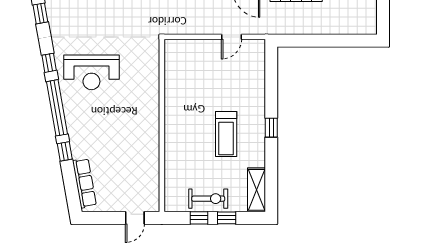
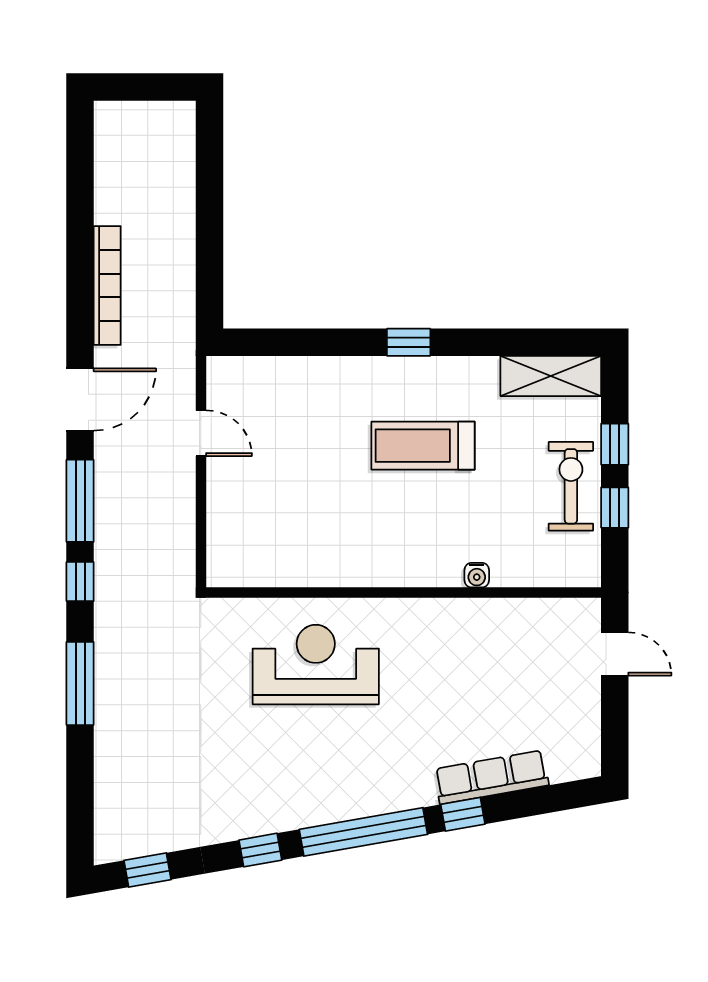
reception desk: (91, 72) -> (316, 665), moved, turned -90
treadmill: (226, 134) -> (423, 446), turned 180
water cooler: (169, 157) -> (477, 575), added
row of seats: (84, 183) -> (491, 777), moved

